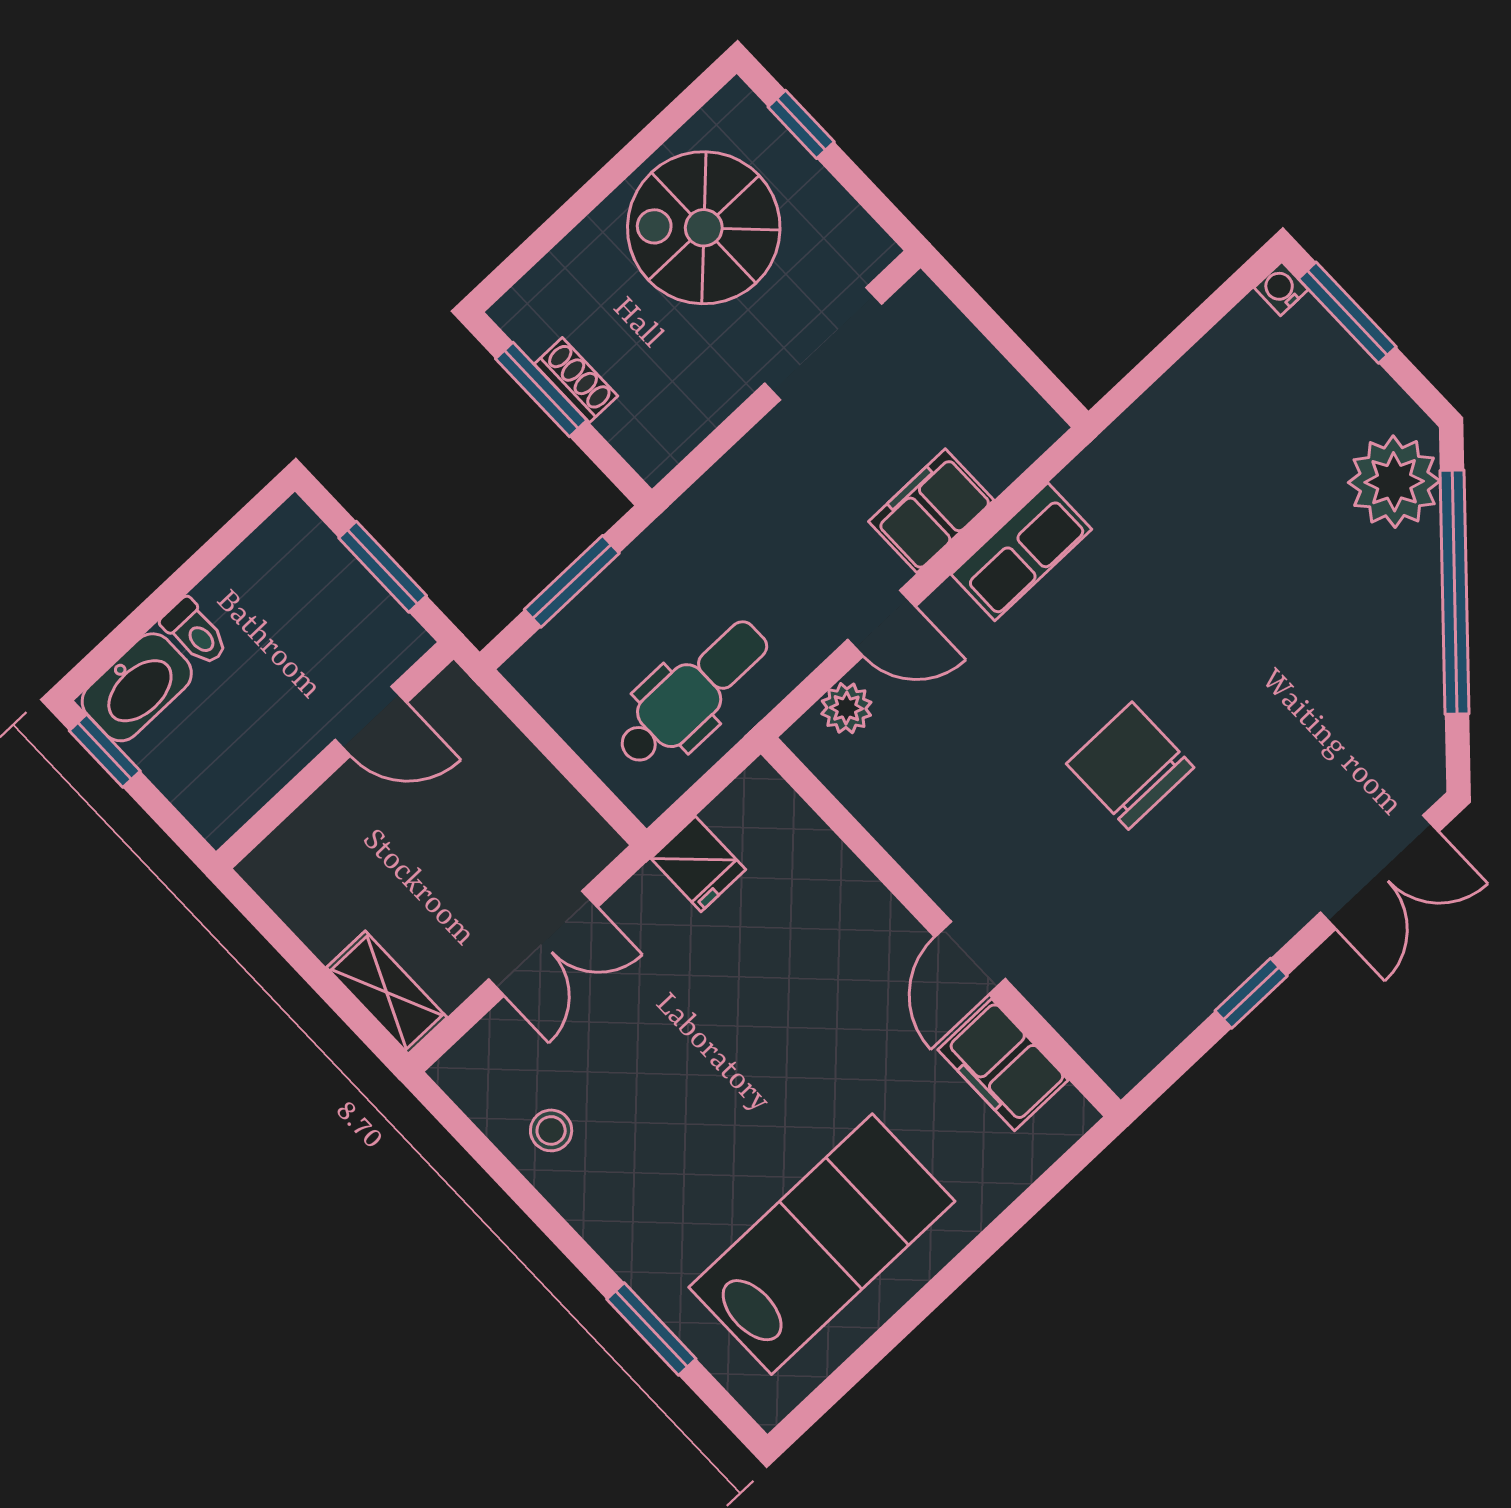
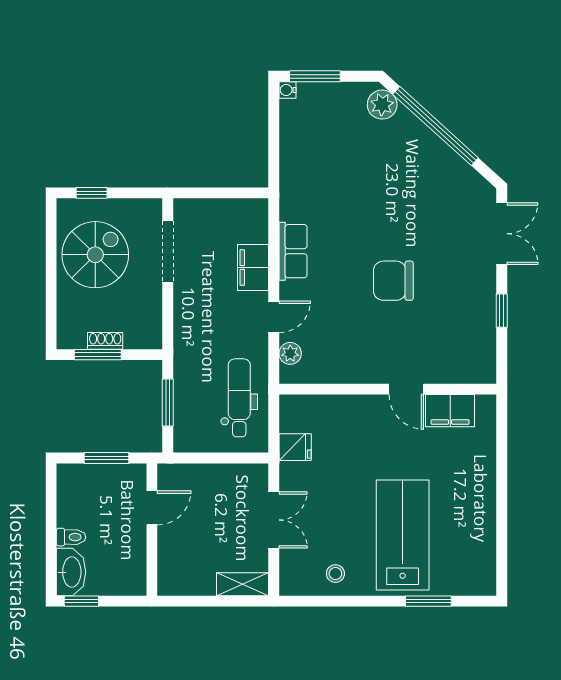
spiral stairs: (704, 228) -> (95, 255), turned 180
plant: (1394, 482) -> (382, 105), width x0.73, depth x0.73
lab bench: (822, 1244) -> (403, 535), moved

